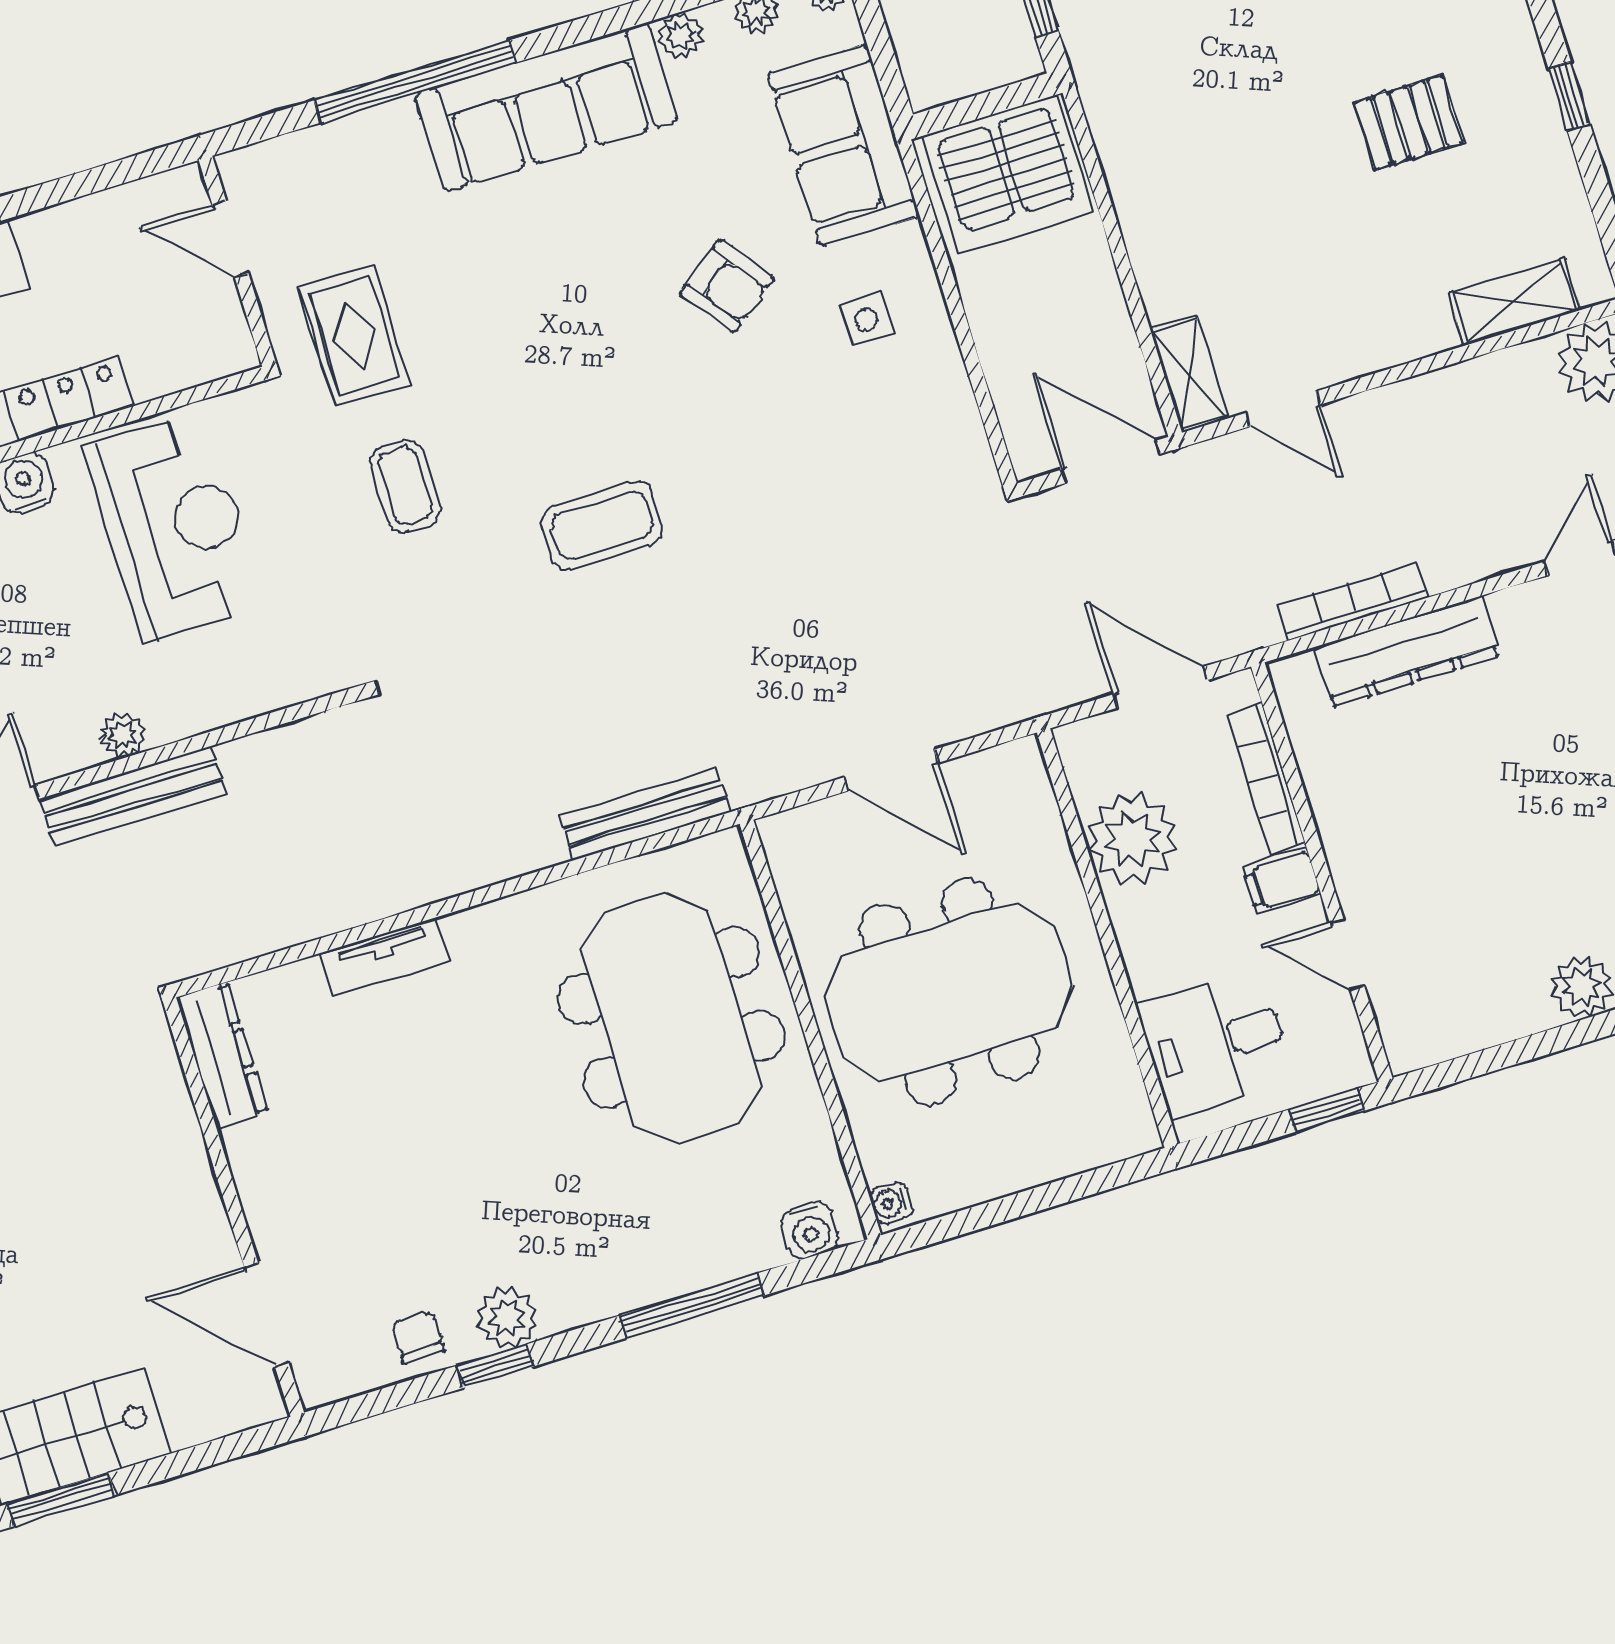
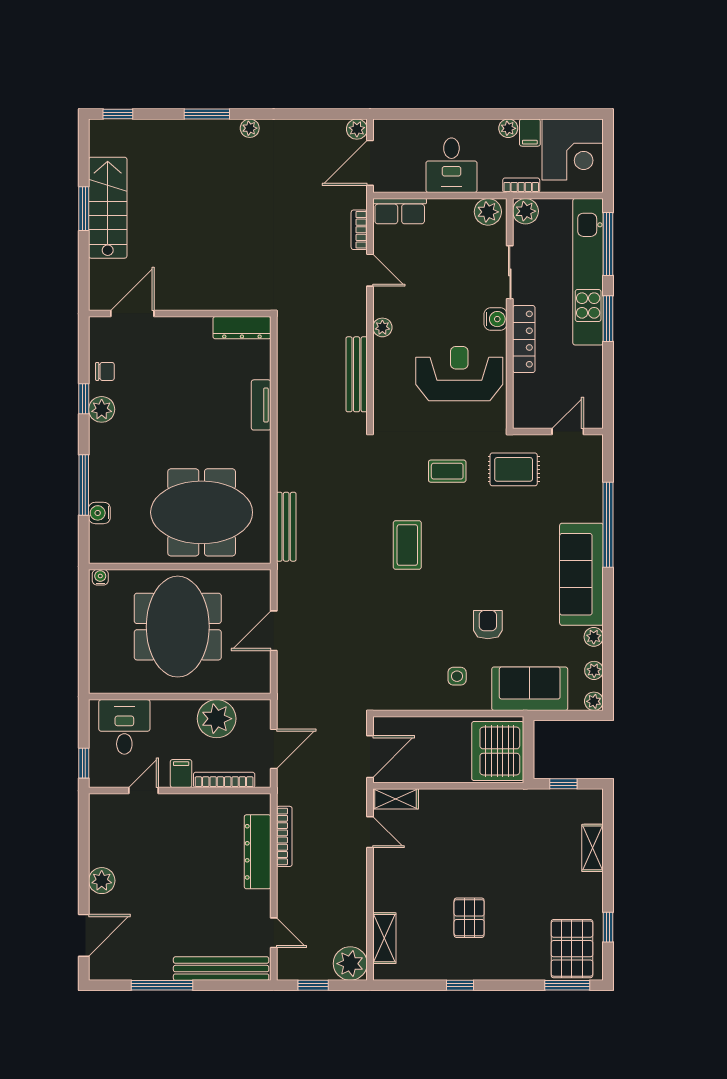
armchair: (727, 286) -> (488, 625), turned 127
door: (1283, 409) -> (370, 832), swing flipped
reception desk: (174, 527) -> (459, 374), turned 180
bench: (133, 796) -> (357, 374), moved
water cooler: (810, 1230) -> (99, 513), moved

